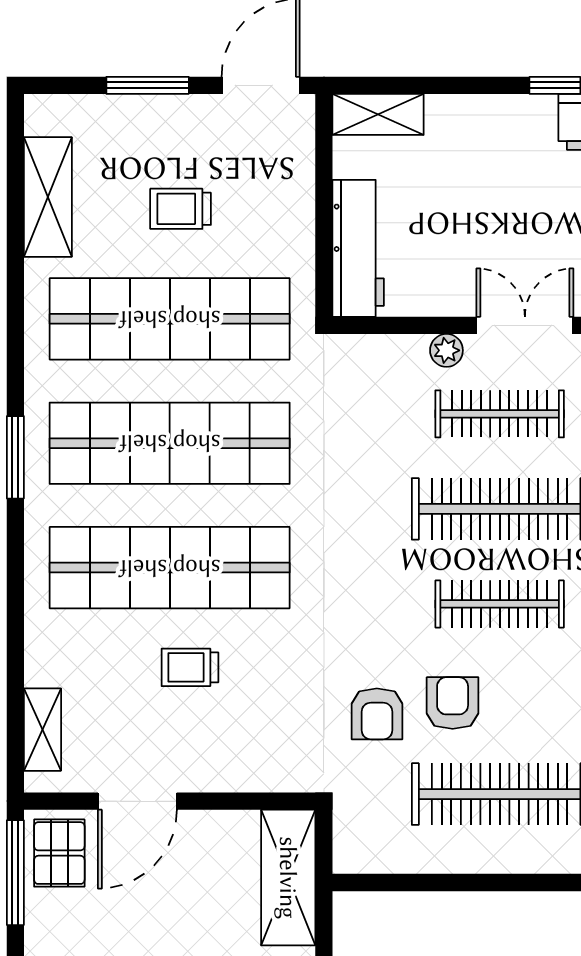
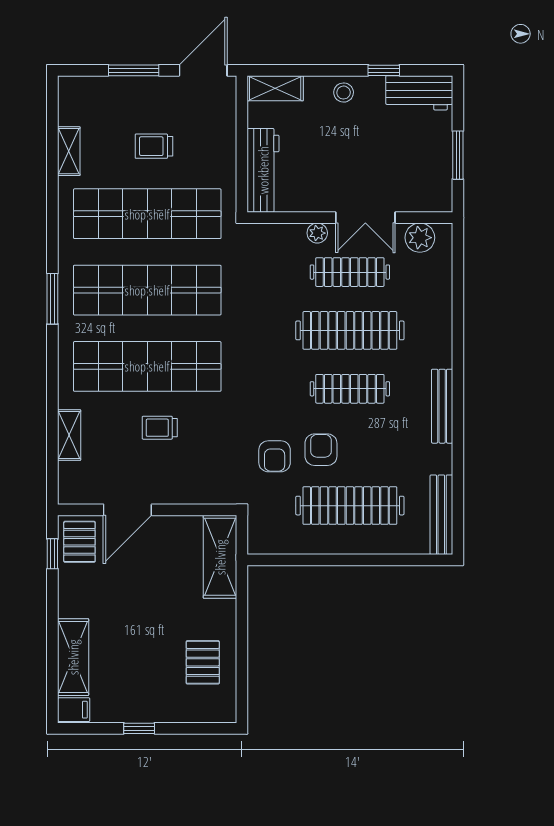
stool: (489, 122) -> (344, 93), added
shelving: (48, 197) -> (69, 151), width x0.67, depth x0.75
double door: (525, 325) -> (365, 218), swing flipped
shelving: (42, 730) -> (69, 435), moved
window: (15, 873) -> (52, 554), width x0.46

